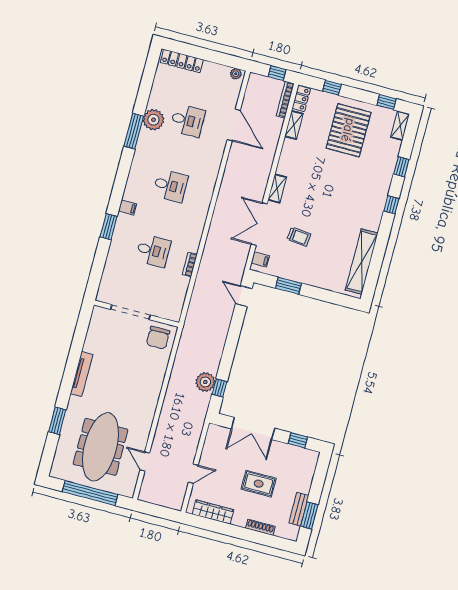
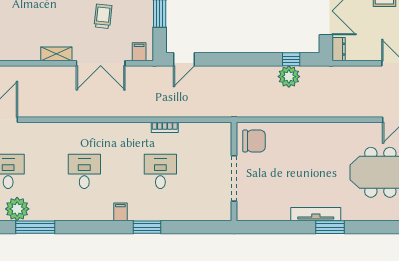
window: (57, 421) -> (330, 227), moved
dresser: (217, 431) -> (339, 49), added

